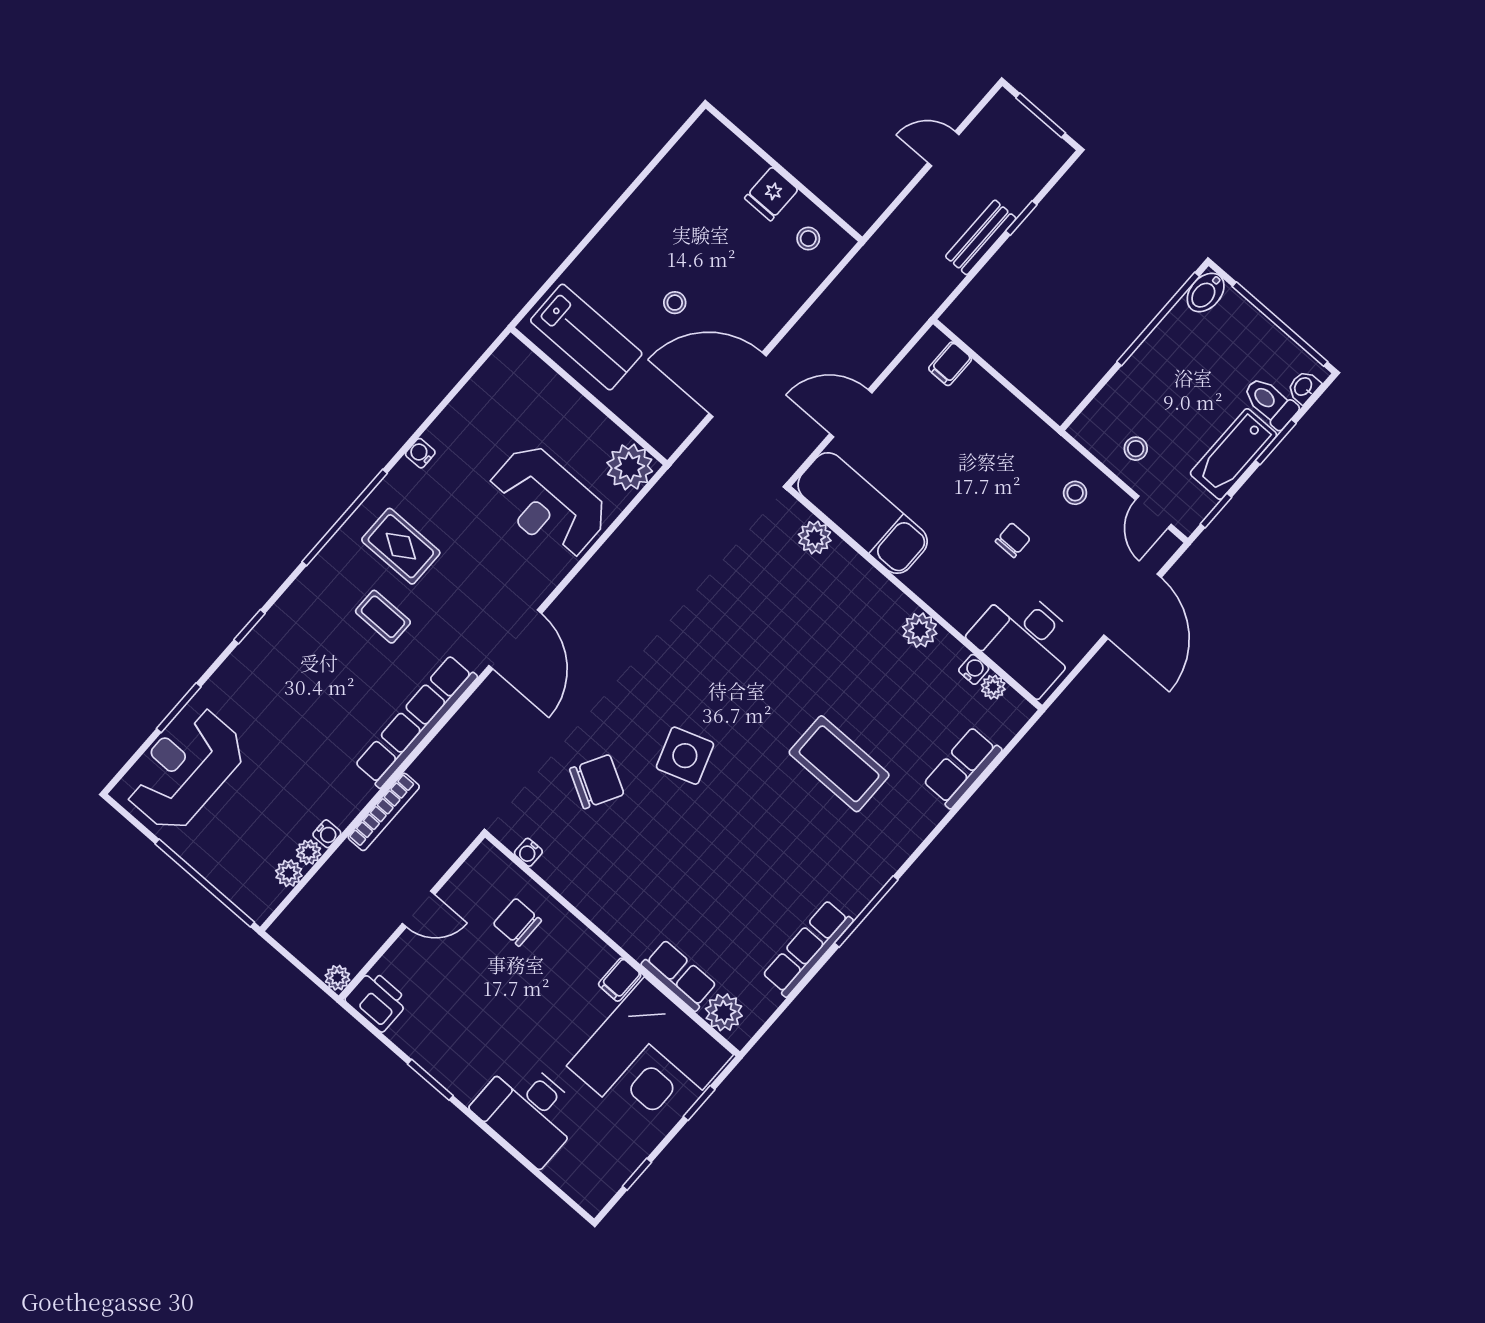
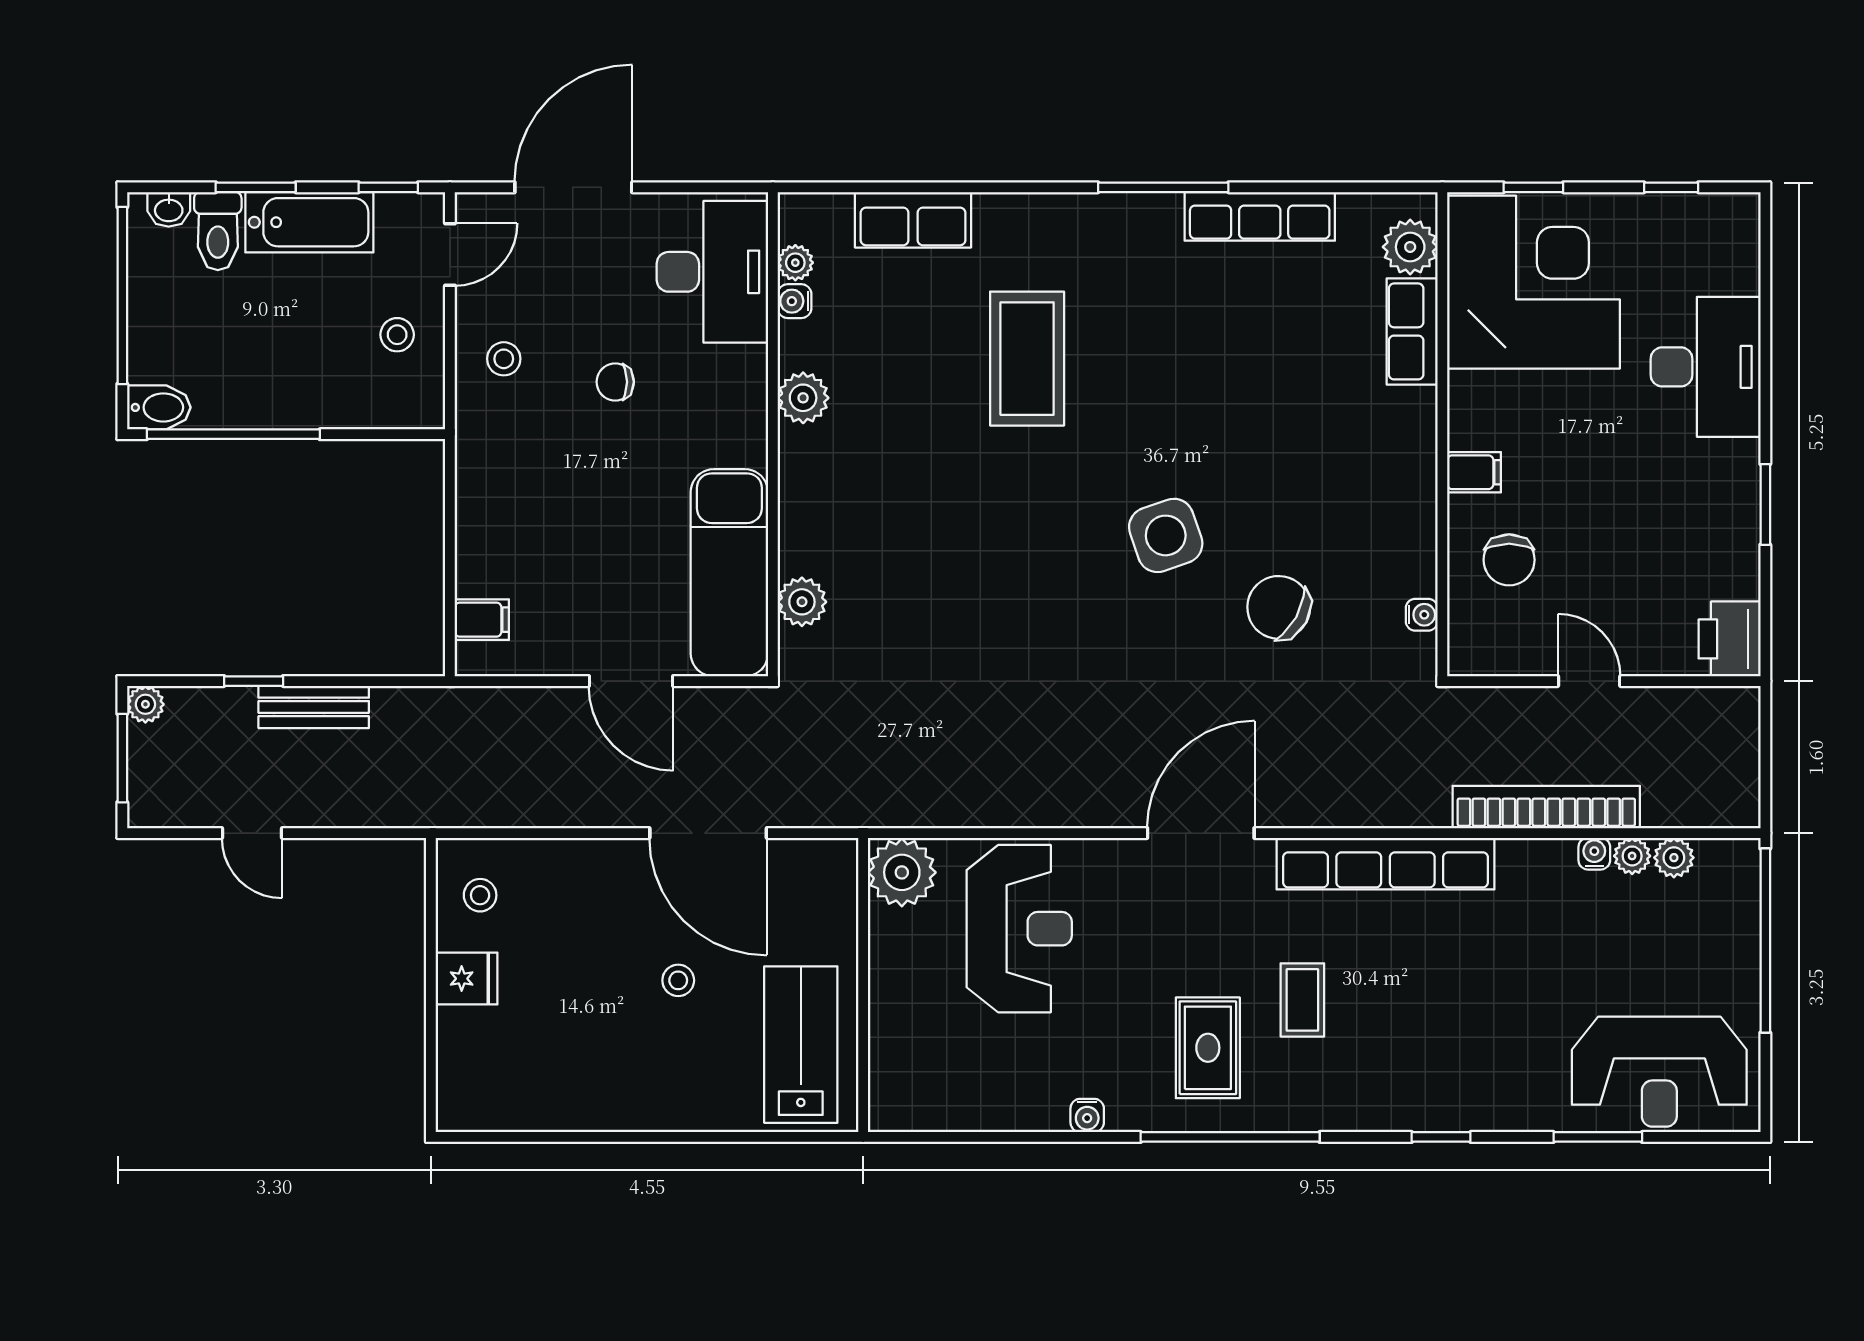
bookcase: (384, 812) -> (1546, 807), width x1.48, depth x1.31
plant: (337, 978) -> (145, 704), moved
filing cabinet: (620, 980) -> (1474, 472), moved

